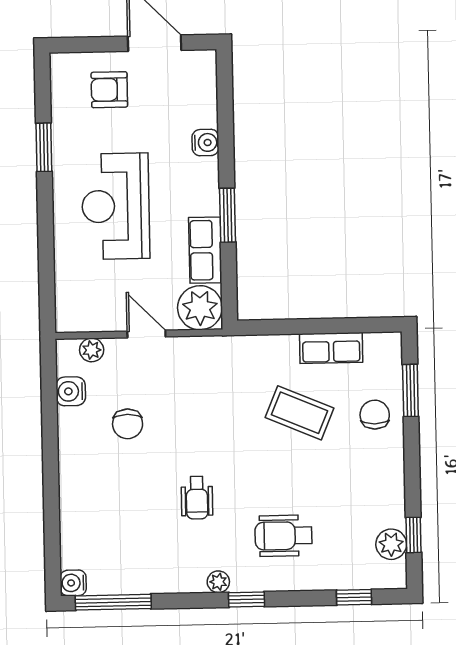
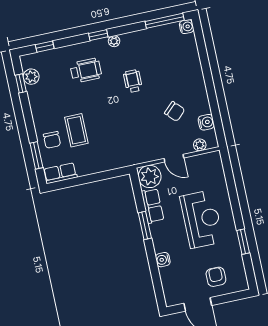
armchair: (109, 90) -> (216, 277), turned -90
row of seats: (331, 348) -> (60, 173), moved
coffee table: (299, 413) -> (76, 130), moved, turned 67
chair: (128, 424) -> (175, 111), turned 136

